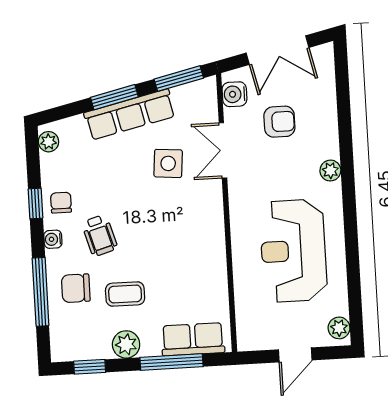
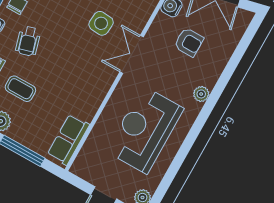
double door: (223, 150) -> (132, 54), moved
row of seats: (193, 339) -> (68, 140), moved, turned -90

